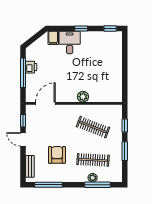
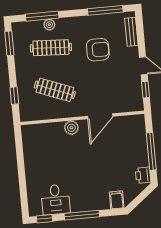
window: (81, 28) -> (82, 215), width x2.17
desk: (70, 42) -> (55, 200), moved
printer: (31, 67) -> (143, 175), moved
door: (45, 103) -> (100, 116), moved
window: (125, 151) -> (9, 43), moved
armchair: (57, 155) -> (98, 50), turned -90

